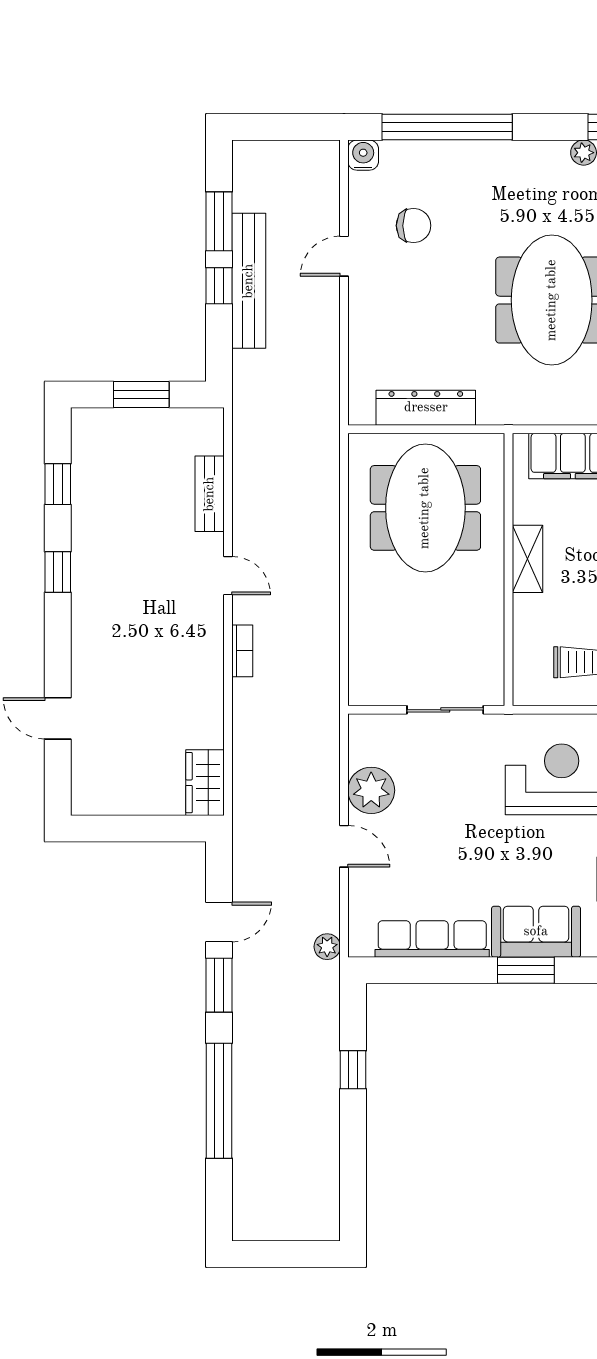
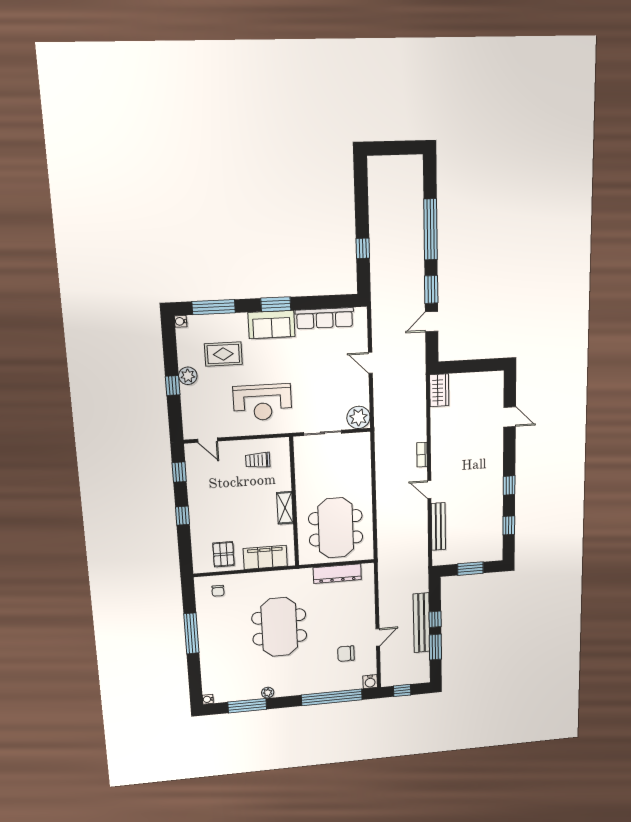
window: (294, 127) -> (402, 690), added
bench: (210, 494) -> (438, 526), width x1.36
plant: (371, 790) -> (358, 417), moved
plant: (327, 947) -> (378, 312), removed

